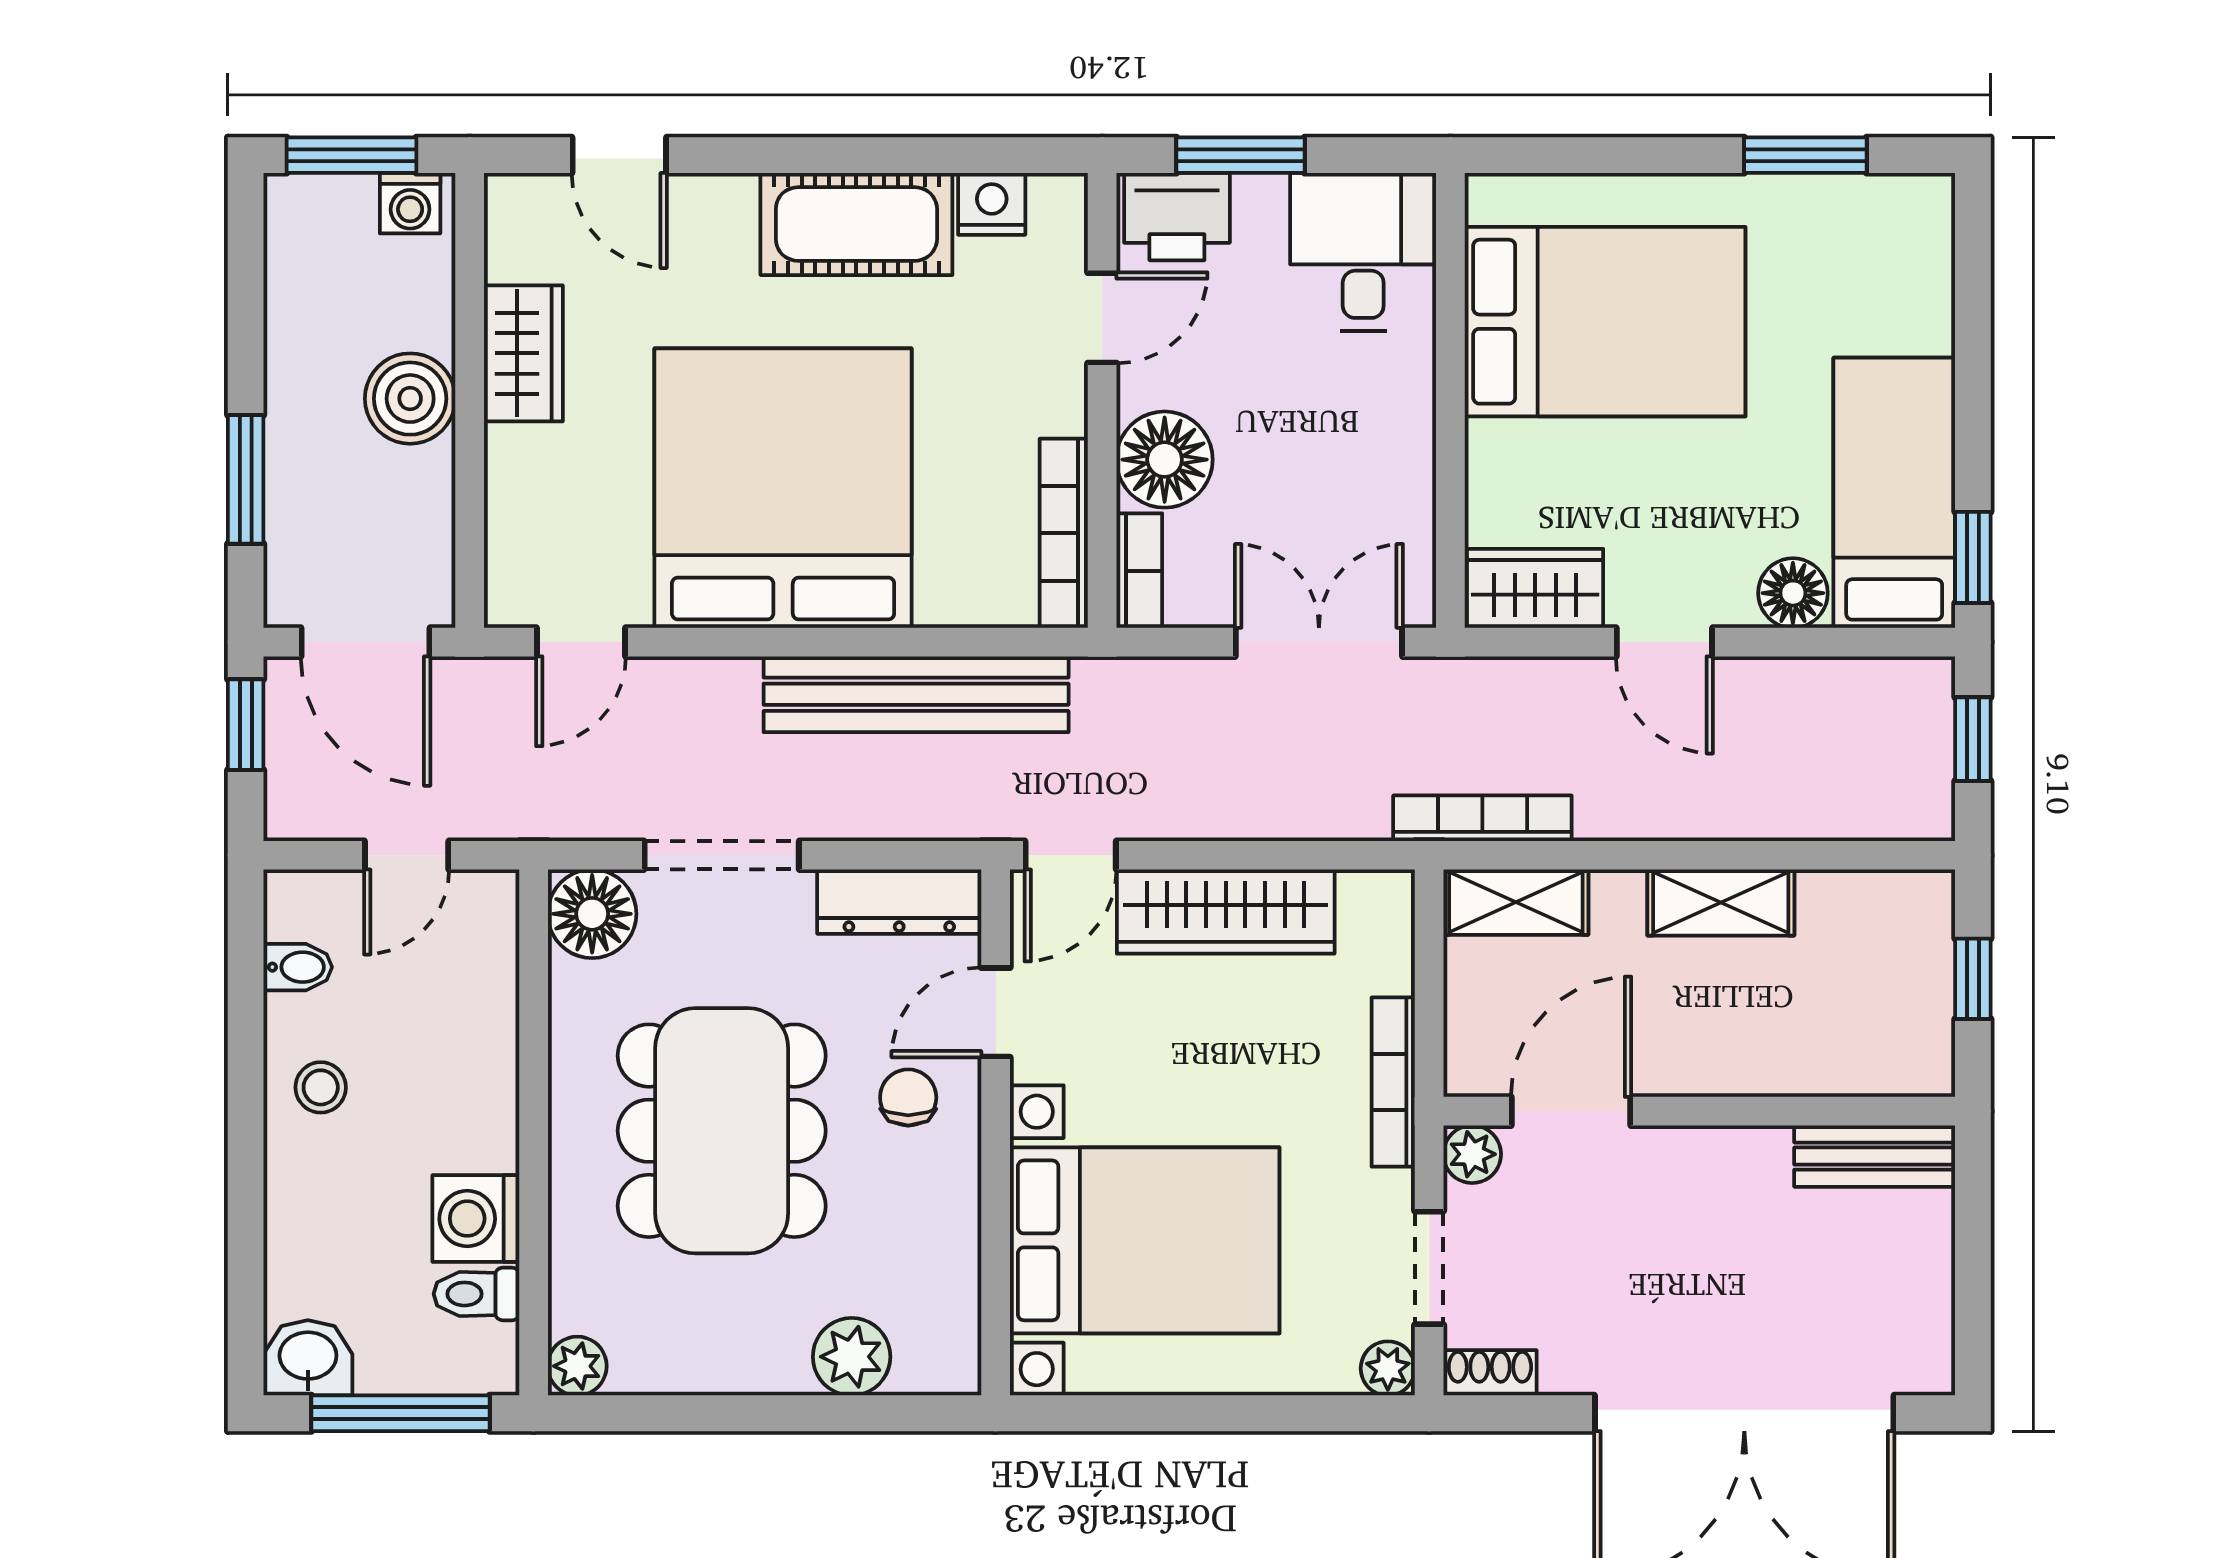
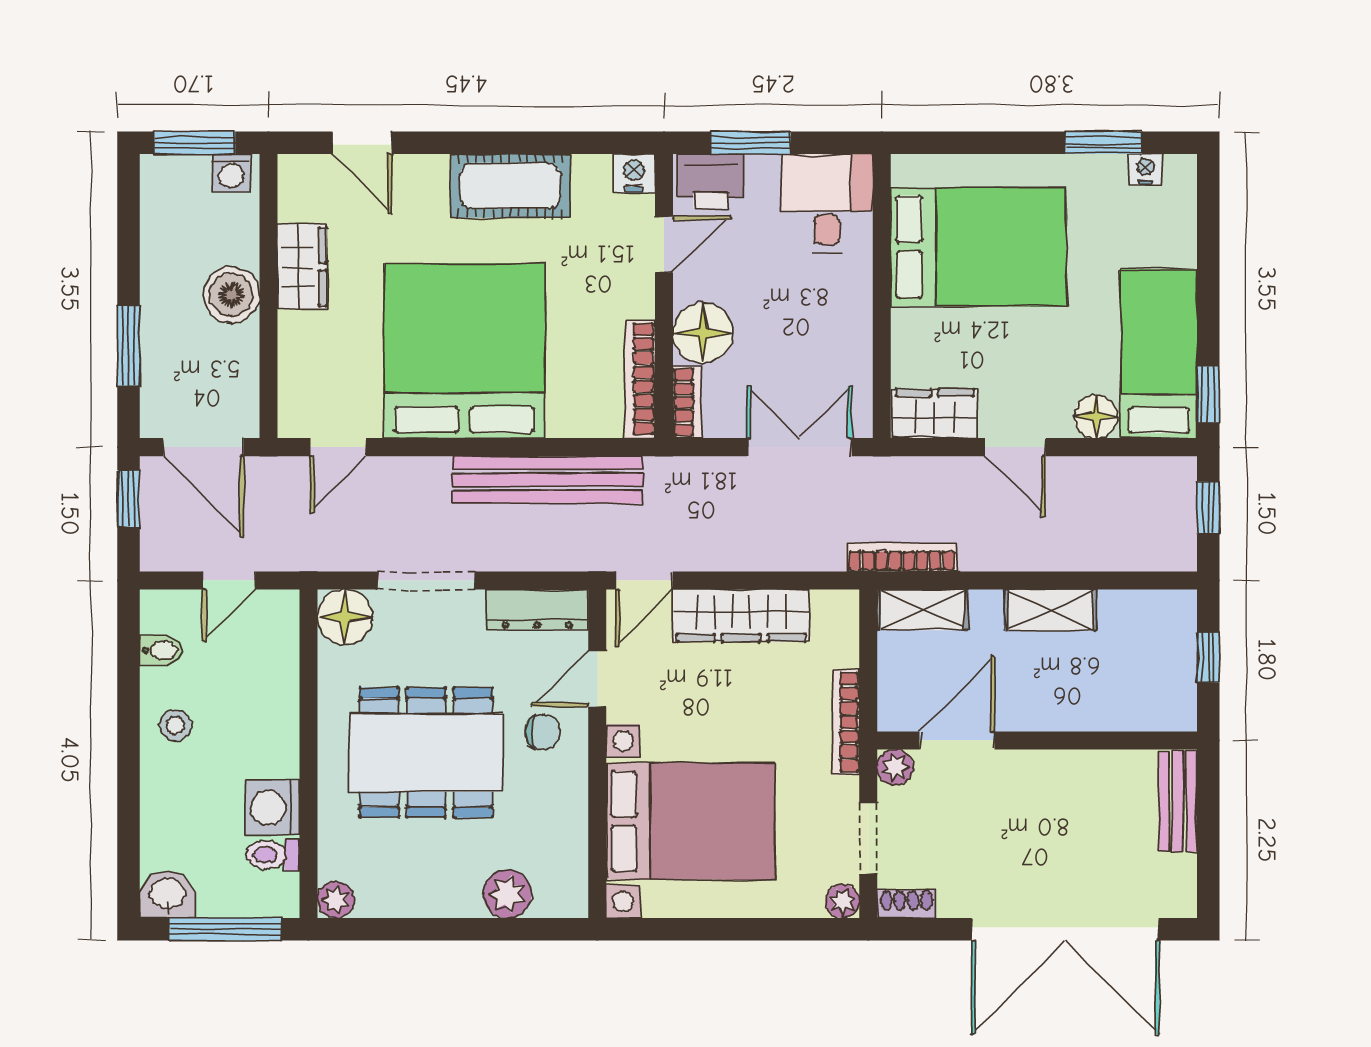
nightstand: (1872, 198) -> (1145, 169), added
nightstand: (992, 204) -> (634, 173), moved
chair: (908, 1097) -> (543, 732), turned 90
dining table: (722, 1131) -> (426, 753), turned 90
bench: (1875, 1156) -> (1178, 801), moved, turned 90

